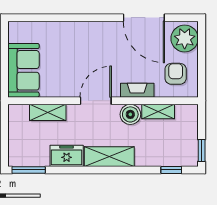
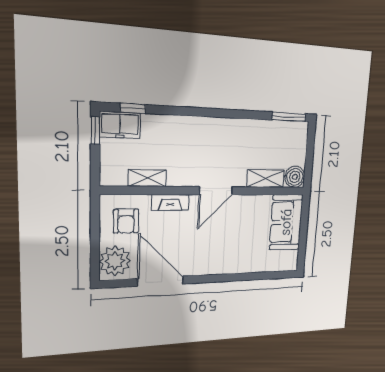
boiler: (130, 114) -> (295, 177), moved
freezer: (67, 156) -> (120, 125), moved
shelving: (109, 157) -> (204, 128), removed

